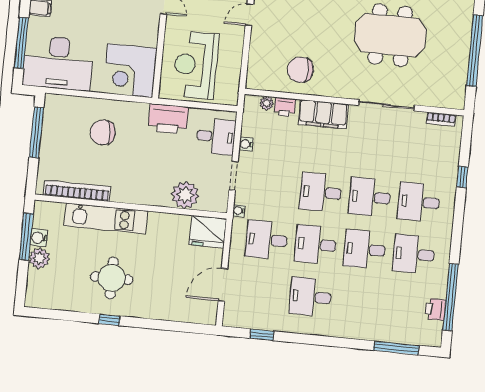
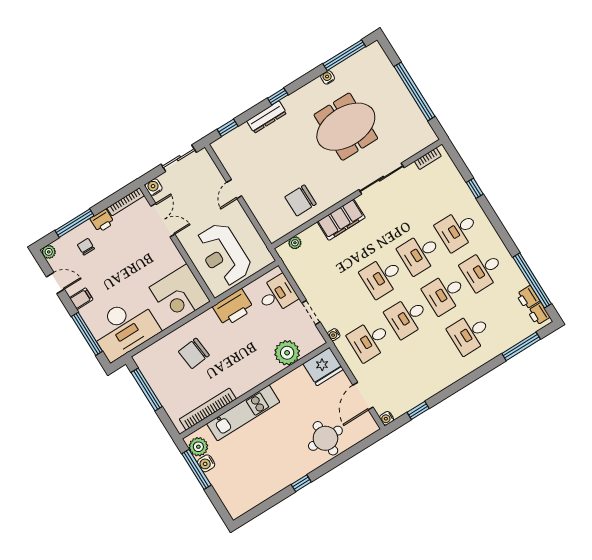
printer: (285, 107) -> (539, 314), moved, turned 90
water cooler: (246, 144) -> (387, 418), moved
plant: (39, 258) -> (198, 447), moved
round table: (112, 278) -> (325, 438), moved
desk: (310, 297) -> (470, 333), moved

